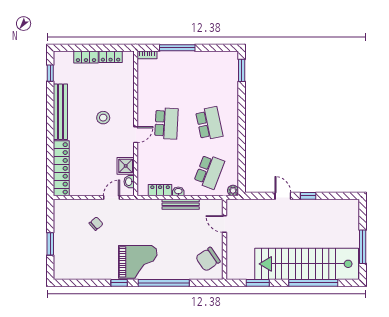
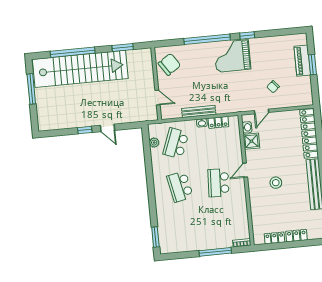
plant: (233, 191) -> (154, 143), moved
piano: (61, 249) -> (302, 61), added

